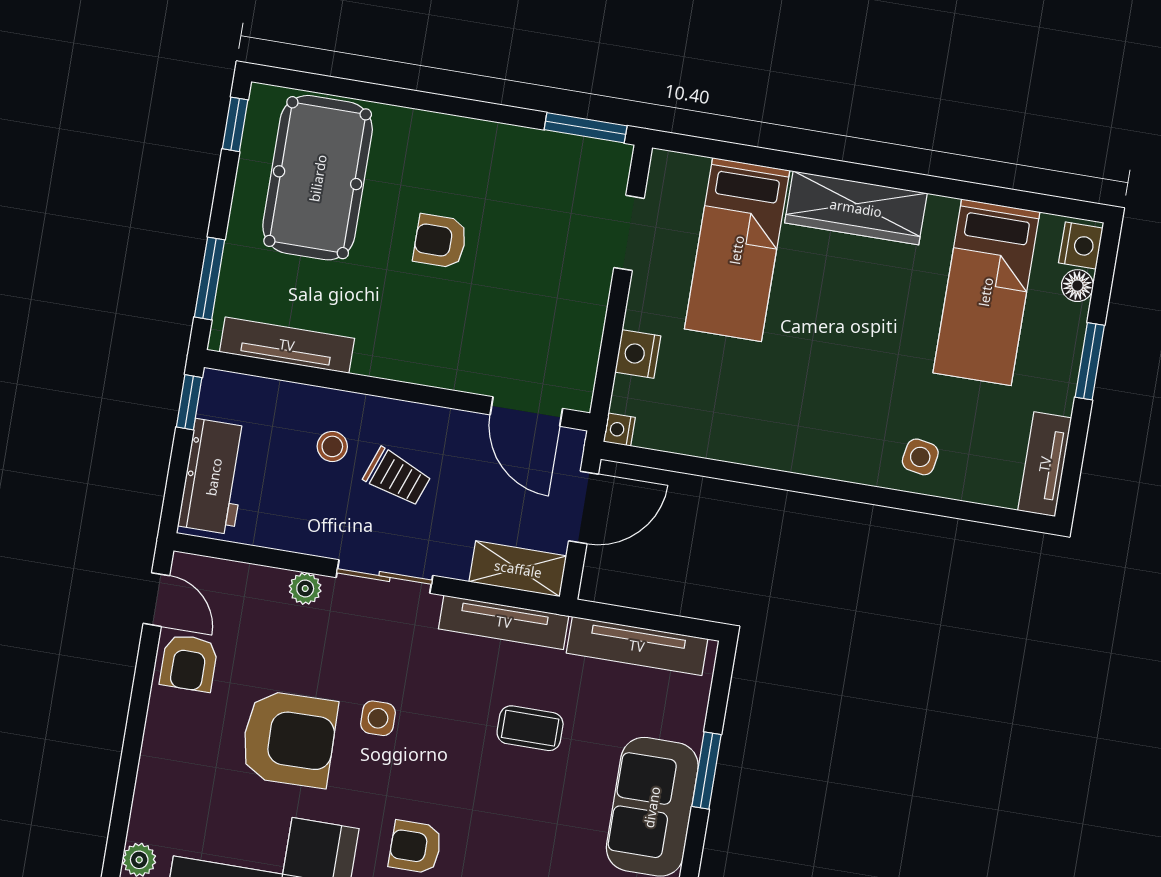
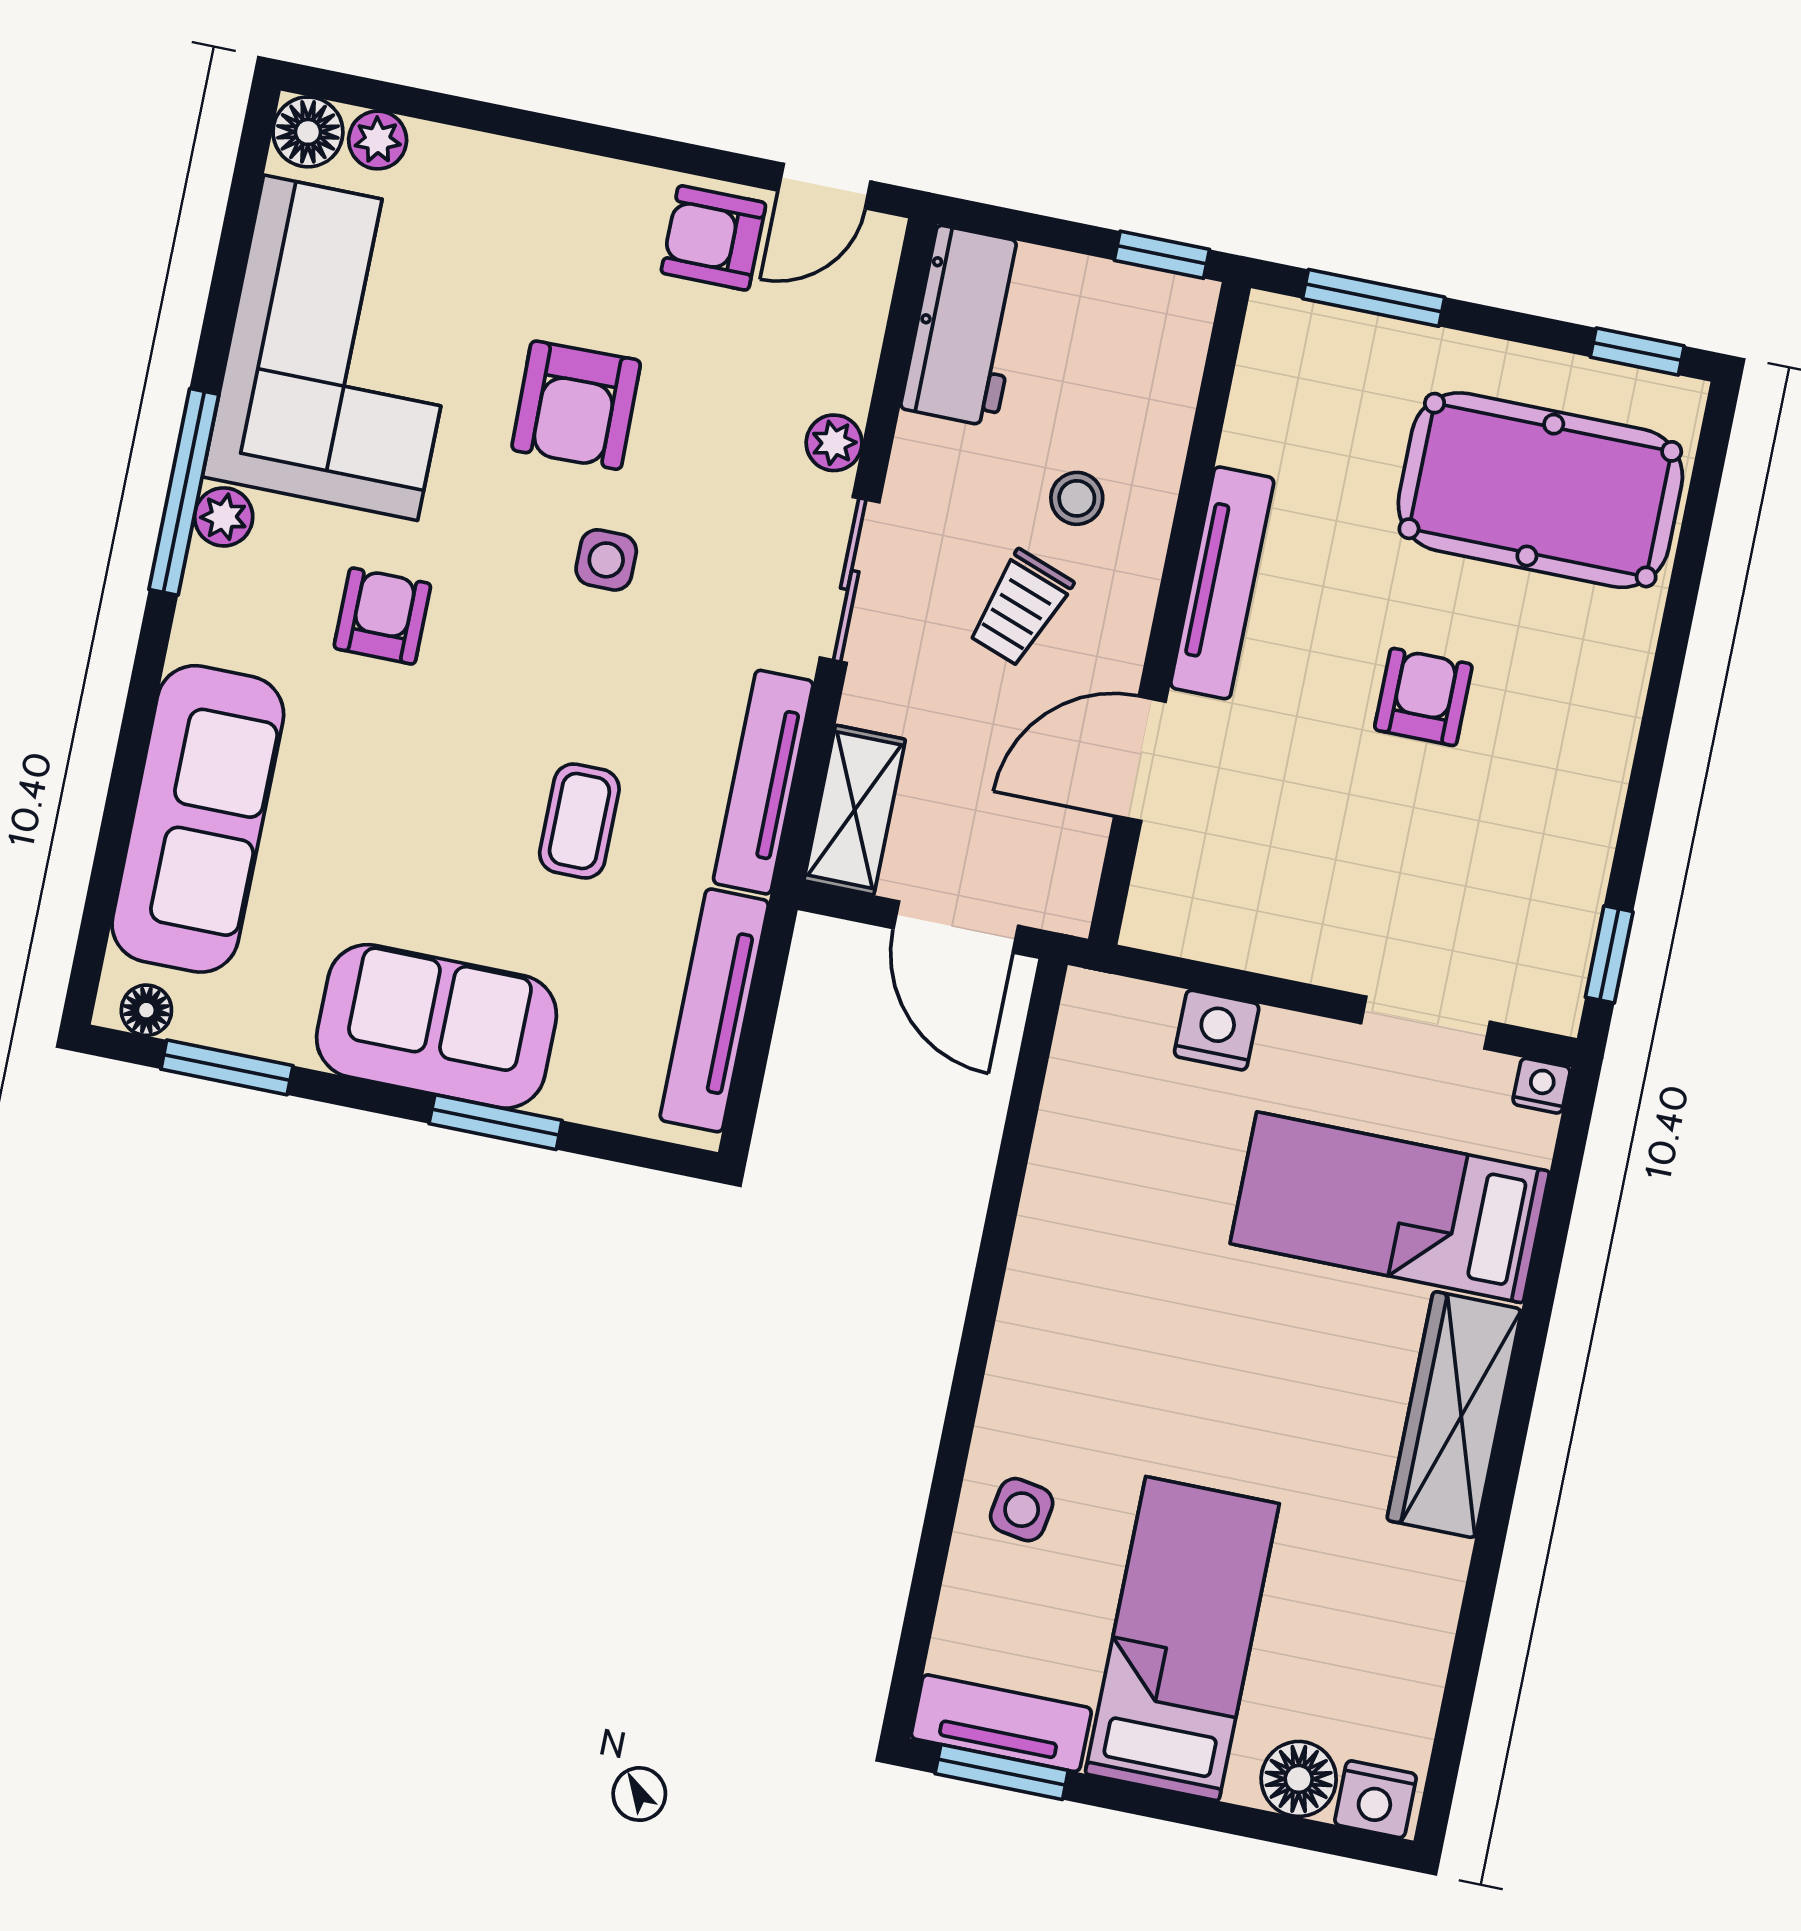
window: (586, 128) -> (1609, 954), width x0.67
floor lamp: (1077, 286) -> (1299, 1779), width x1.37, depth x1.37
bed: (986, 292) -> (1182, 1639), moved, turned 90
tv unit: (287, 345) -> (1222, 583), moved
window: (1090, 361) -> (1002, 1772), moved
door: (526, 412) -> (1140, 759), moved
nightstand: (619, 430) -> (1542, 1086), moved
workbench: (214, 477) -> (966, 326), moved, turned -90
armchair: (289, 739) -> (576, 405), width x0.73, depth x0.73

